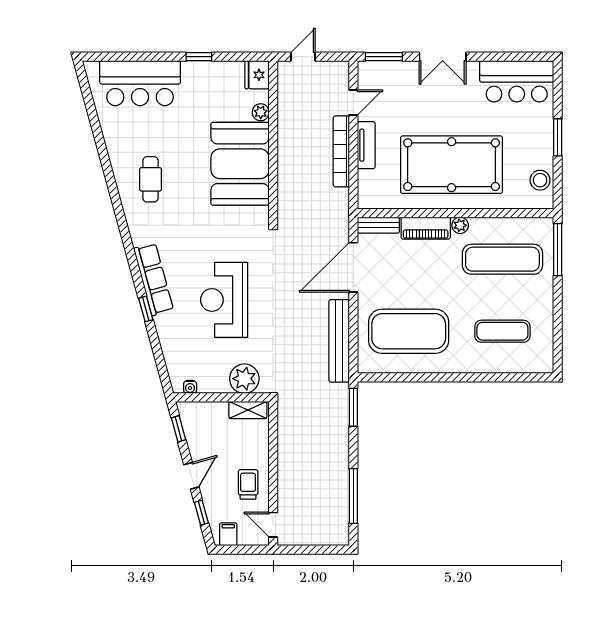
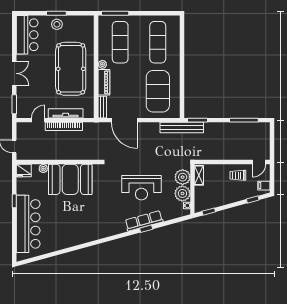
bar counter: (140, 83) -> (28, 224), width x1.36
door: (353, 102) -> (38, 120), hinge flipped
tv unit: (366, 145) -> (66, 113), width x1.41
cafe table: (150, 179) -> (78, 226), removed
stool: (540, 180) -> (57, 24), moved
row of seats: (154, 279) -> (144, 221), moved
exercise mat: (502, 331) -> (158, 42), width x1.36, depth x1.45
bench: (339, 341) -> (182, 128), moved
plant: (213, 378) -> (182, 193), added
door: (191, 476) -> (233, 205), removed

